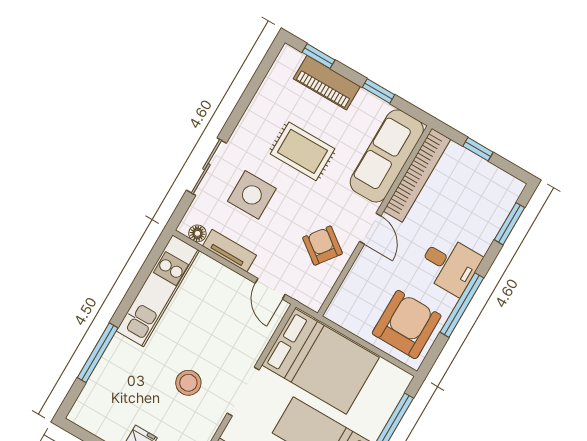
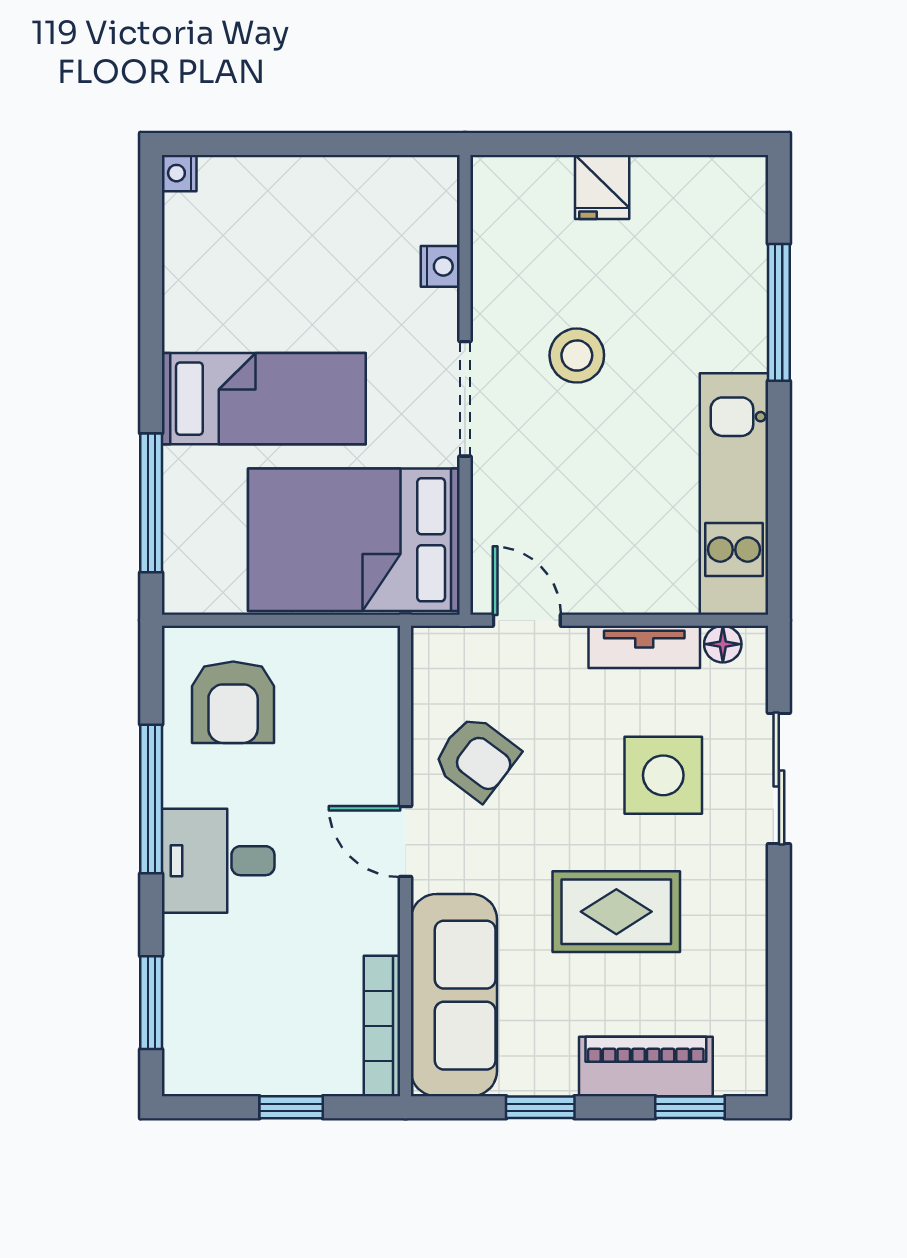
bookcase: (417, 175) -> (382, 1026), width x0.68, depth x0.76
armchair: (407, 325) -> (233, 702), width x0.73, depth x0.73

